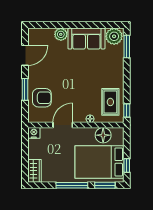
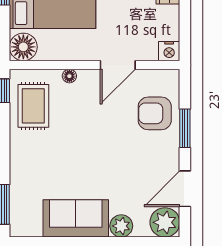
plant: (114, 36) -> (165, 222), moved
floor lamp: (103, 135) -> (23, 47), moved

